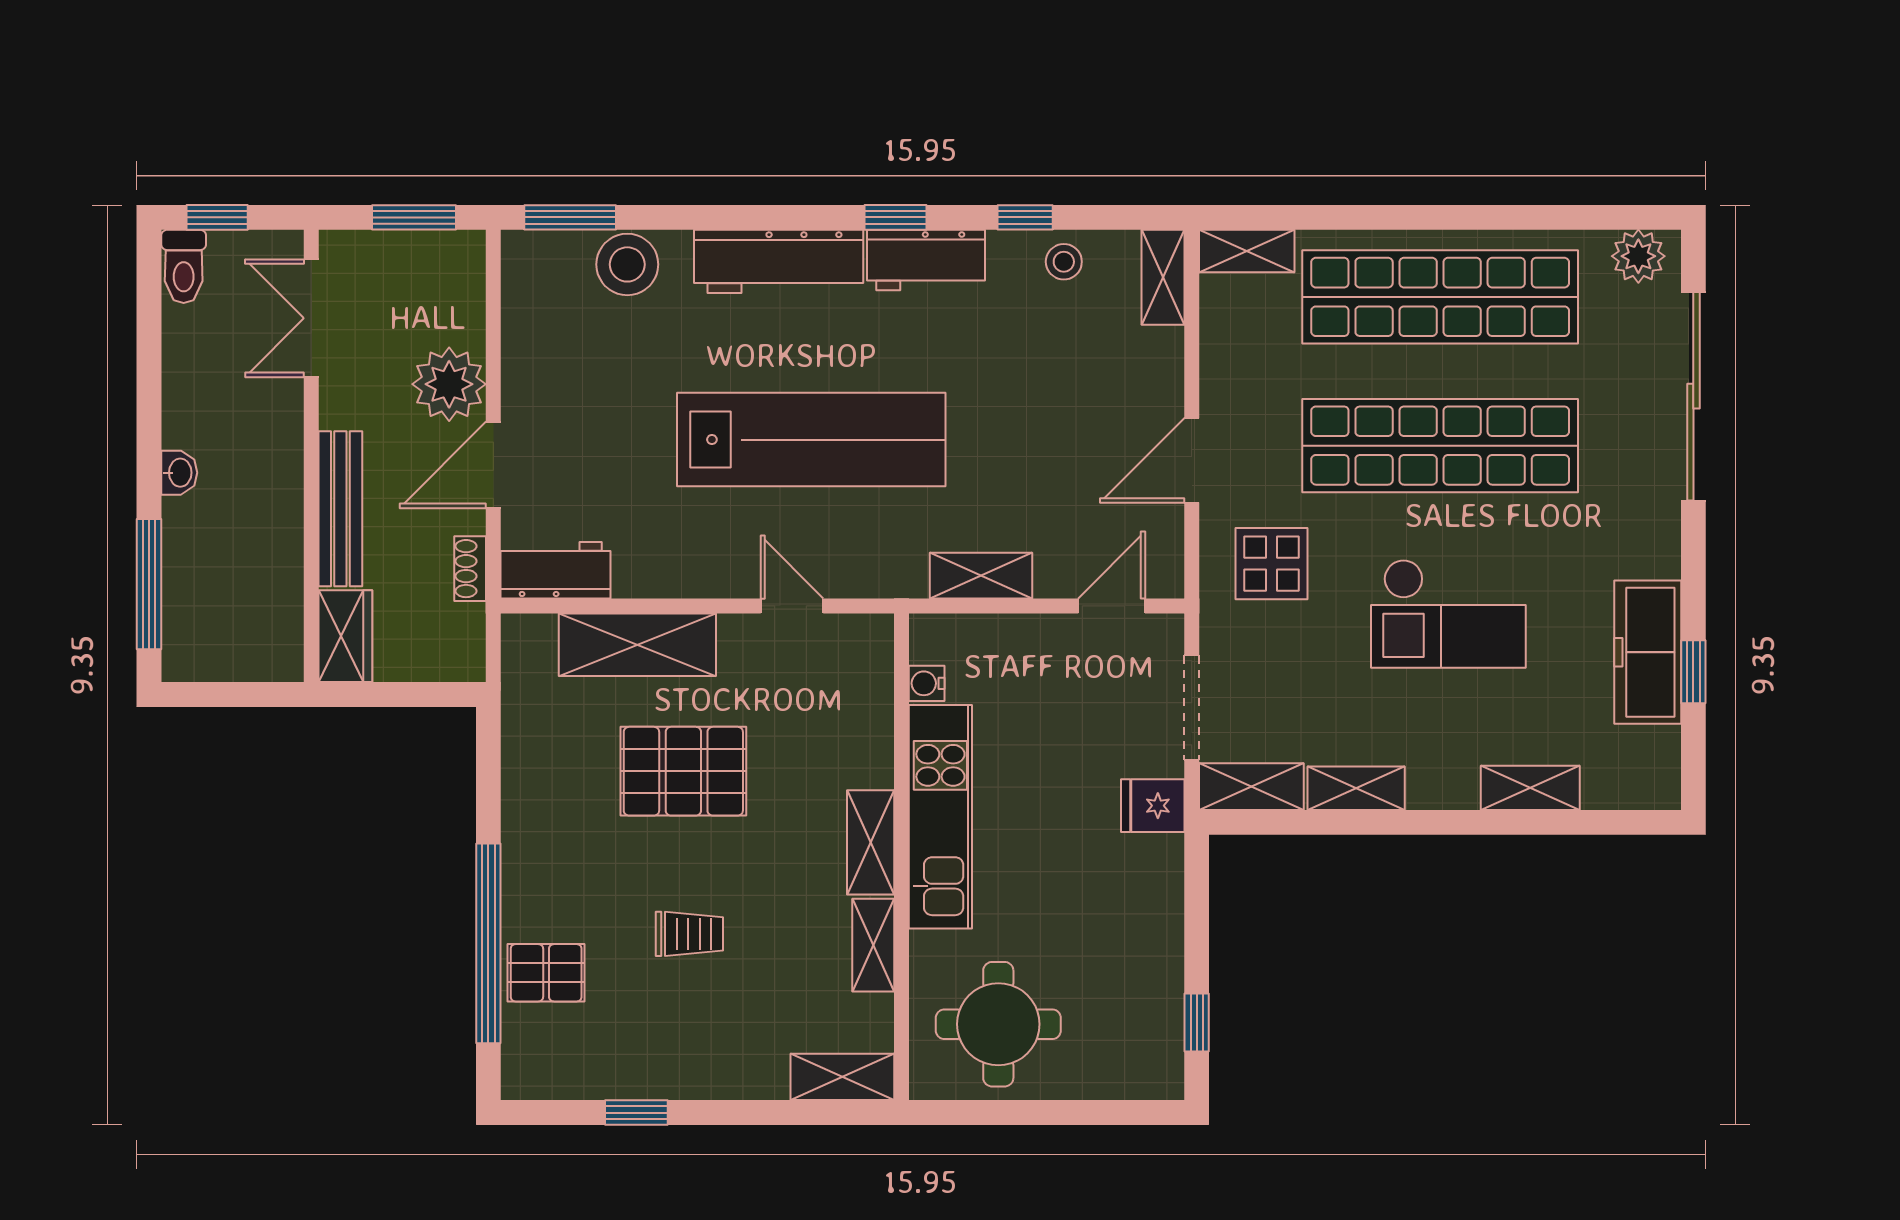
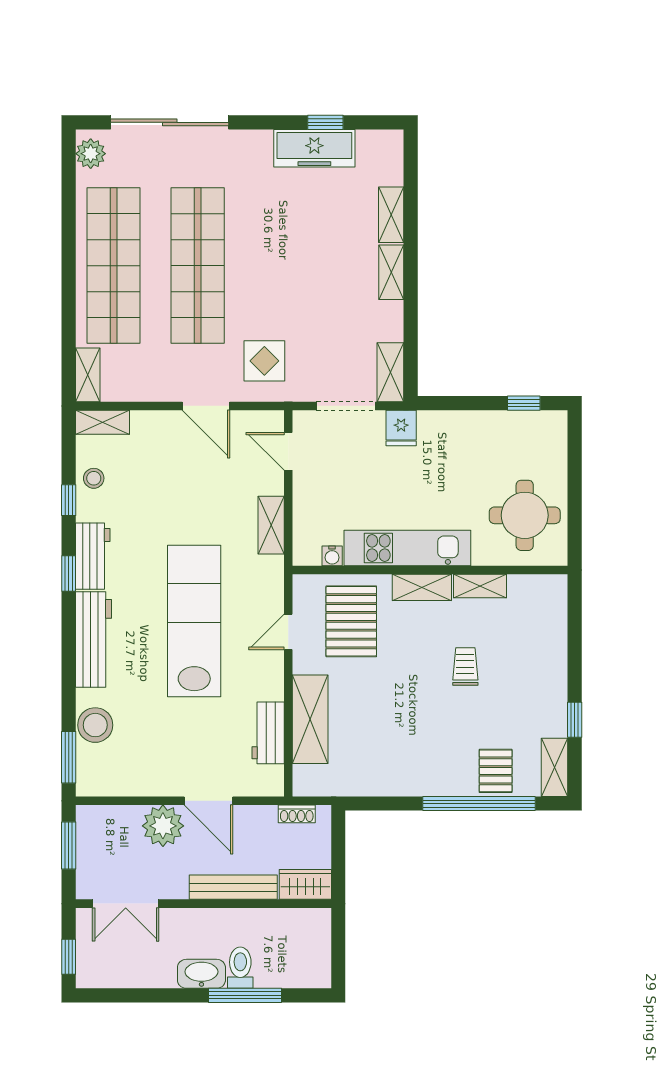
toilet: (184, 266) -> (240, 968), moved, turned -90
washbasin: (179, 473) -> (201, 974), width x1.91, depth x1.45
shoe rack: (470, 569) -> (297, 814), moved
workbench: (556, 570) -> (268, 733), moved
window: (149, 584) -> (245, 995), moved
checkout: (1448, 614) -> (293, 261), removed
pallet: (683, 771) -> (351, 621), moved
shelving: (1356, 788) -> (391, 272), moved
trolley: (689, 934) -> (465, 666), moved
shelving: (842, 1077) -> (555, 767), moved

